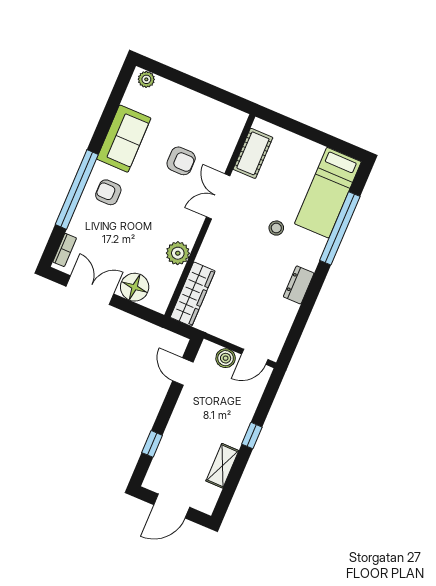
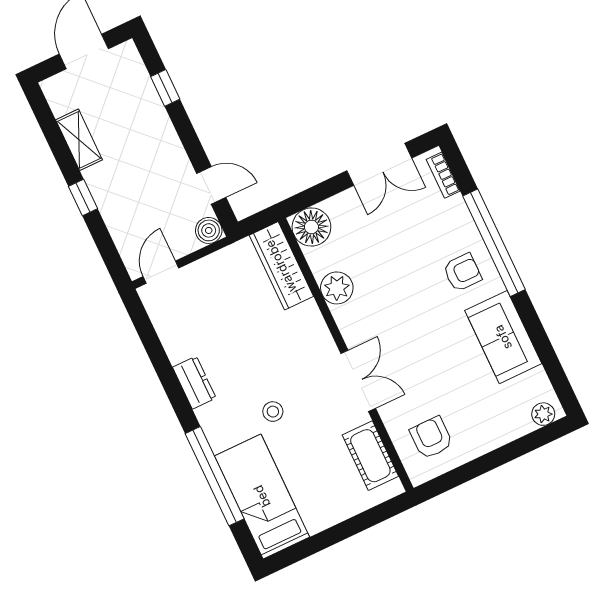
armchair: (181, 161) -> (431, 438), moved, turned 90
floor lamp: (135, 287) -> (311, 227), moved
boiler: (226, 358) -> (209, 230), moved

